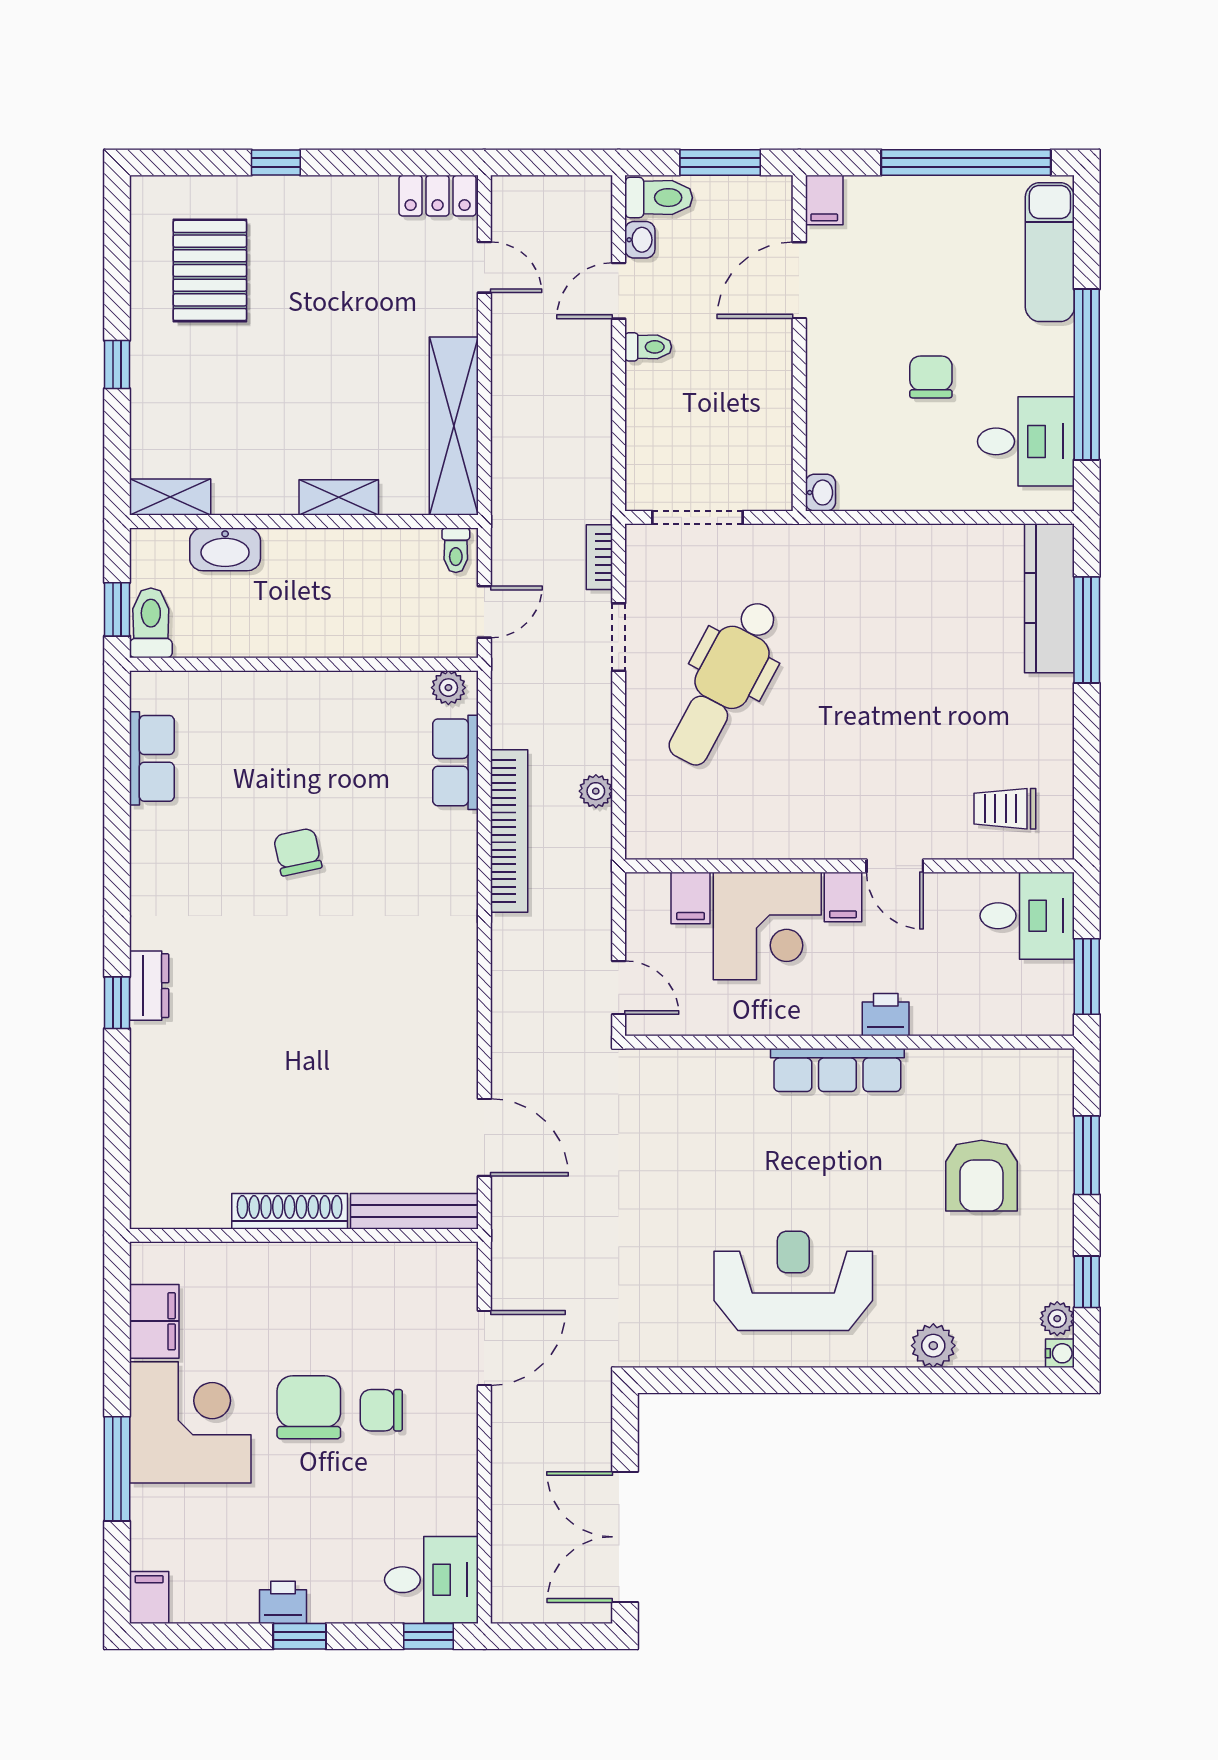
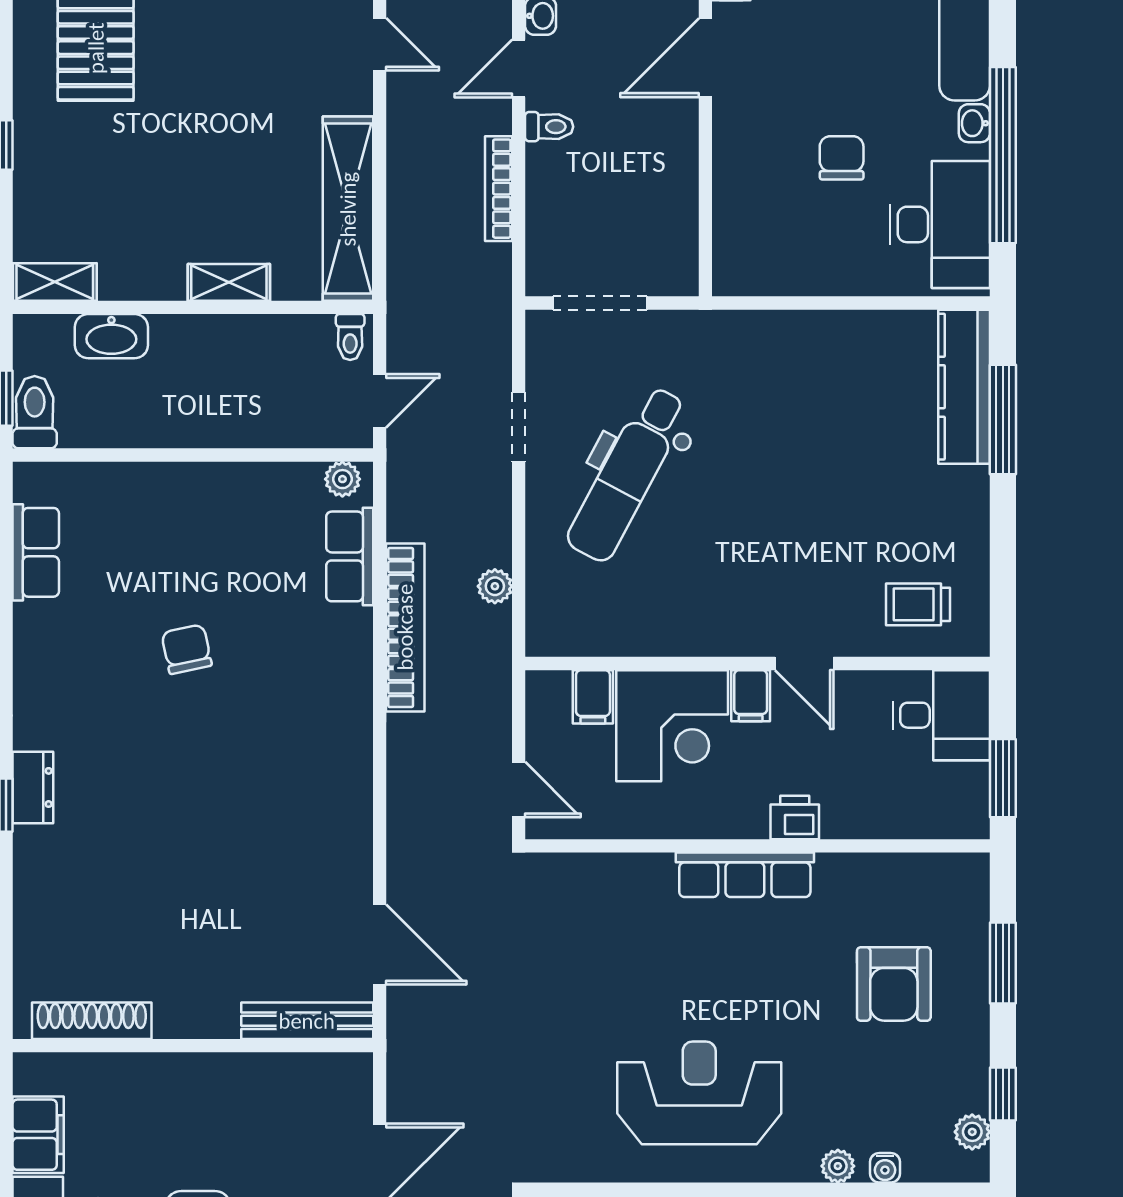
desk: (1026, 441) -> (940, 224), width x1.37
washbasin: (820, 493) -> (974, 123), moved, turned 180
bookcase: (599, 557) -> (499, 189), moved, width x1.56
shoe rack: (290, 1211) -> (92, 1021), moved
plant: (933, 1346) -> (838, 1166), width x0.73, depth x0.73
water cooler: (1060, 1353) -> (885, 1168), moved, turned 90

